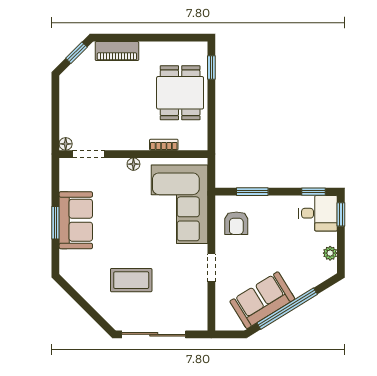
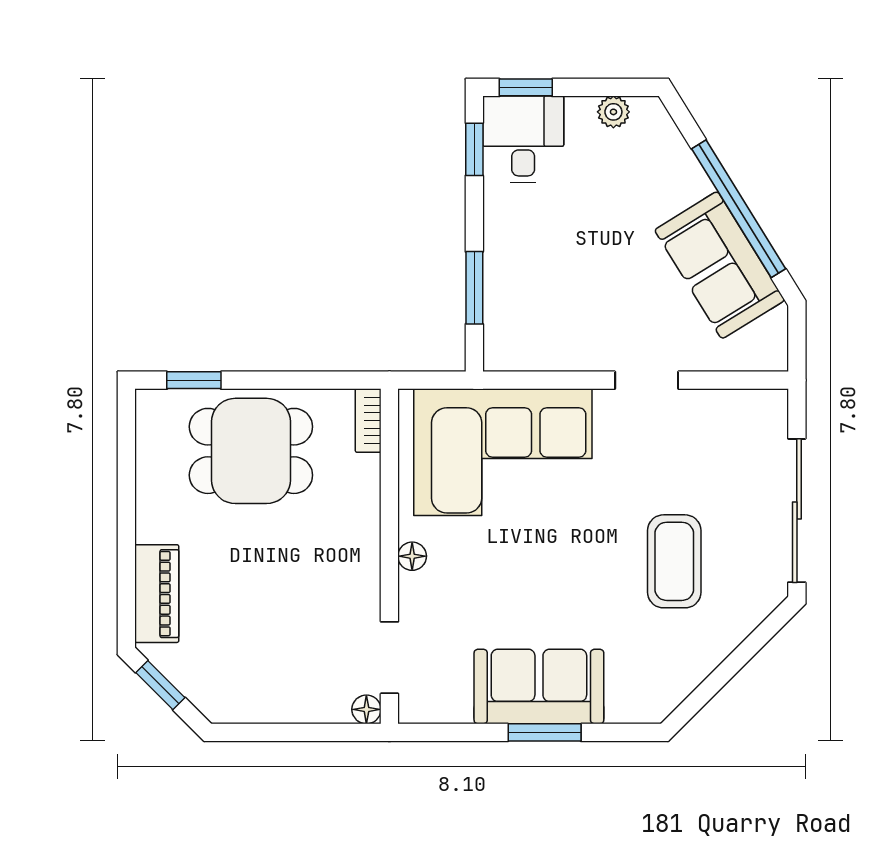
bookcase: (164, 145) -> (368, 421), moved
armchair: (236, 223) -> (546, 324), removed

